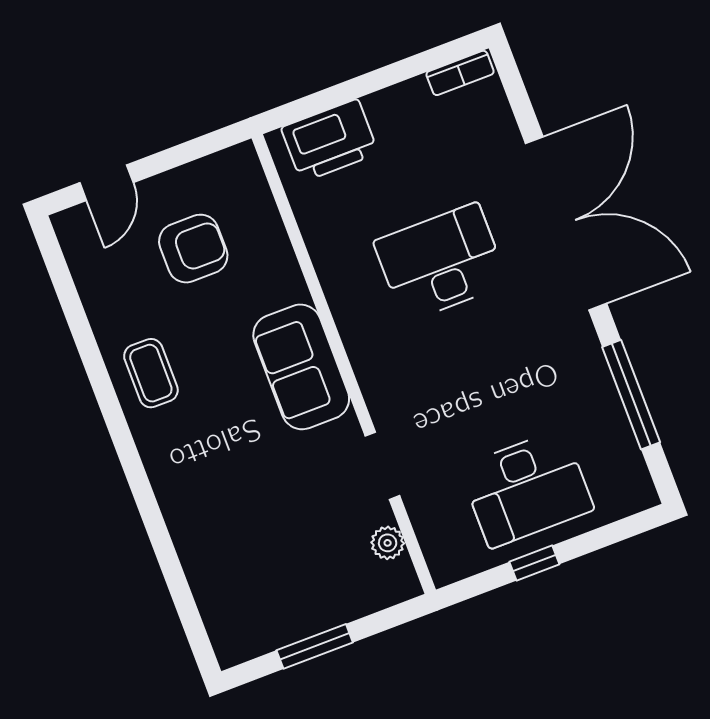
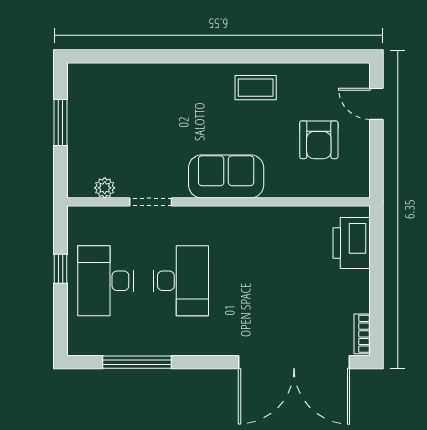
double door: (566, 223) -> (294, 362), moved
desk: (441, 262) -> (181, 281), moved

